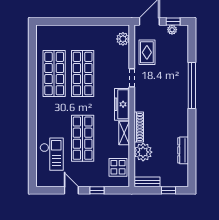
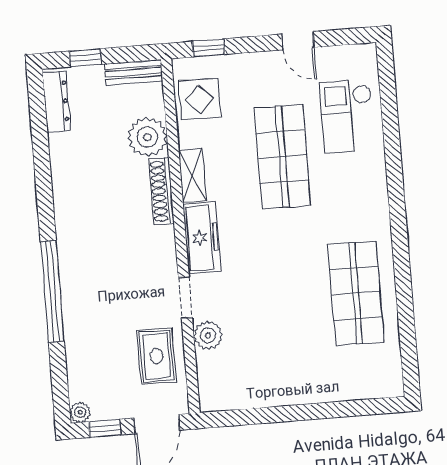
plant: (172, 30) -> (80, 412), moved
plant: (123, 39) -> (208, 335), moved
shop shelf: (83, 74) -> (294, 298), removed
dresser: (183, 150) -> (56, 102), moved
window: (97, 190) -> (208, 48), moved

